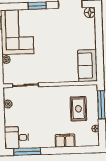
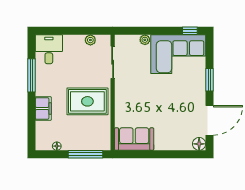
rug: (78, 109) -> (87, 101), moved, width x1.36, depth x1.43
window: (27, 152) -> (31, 75), moved

